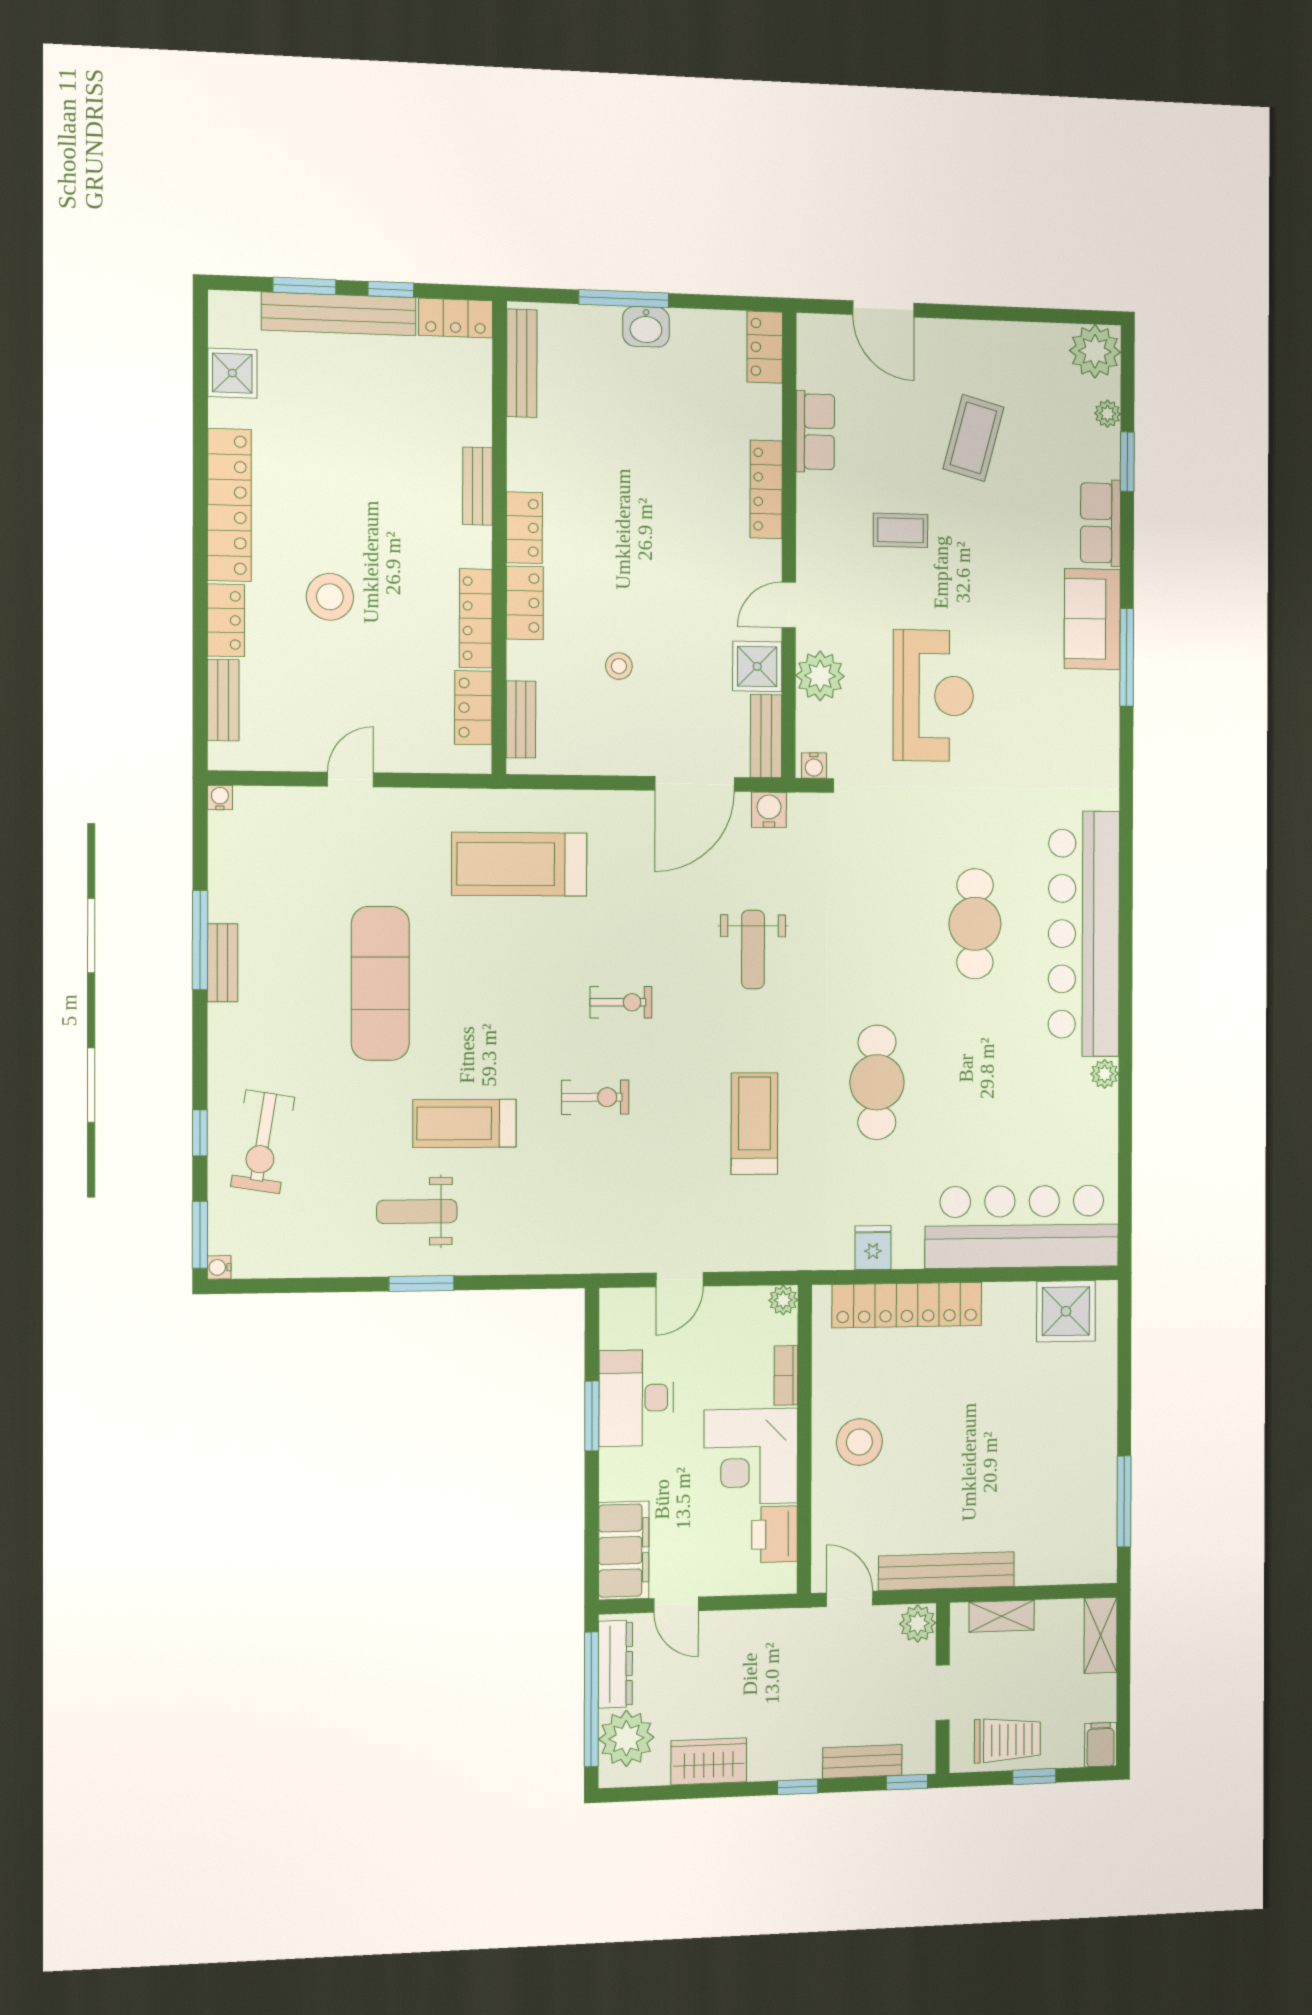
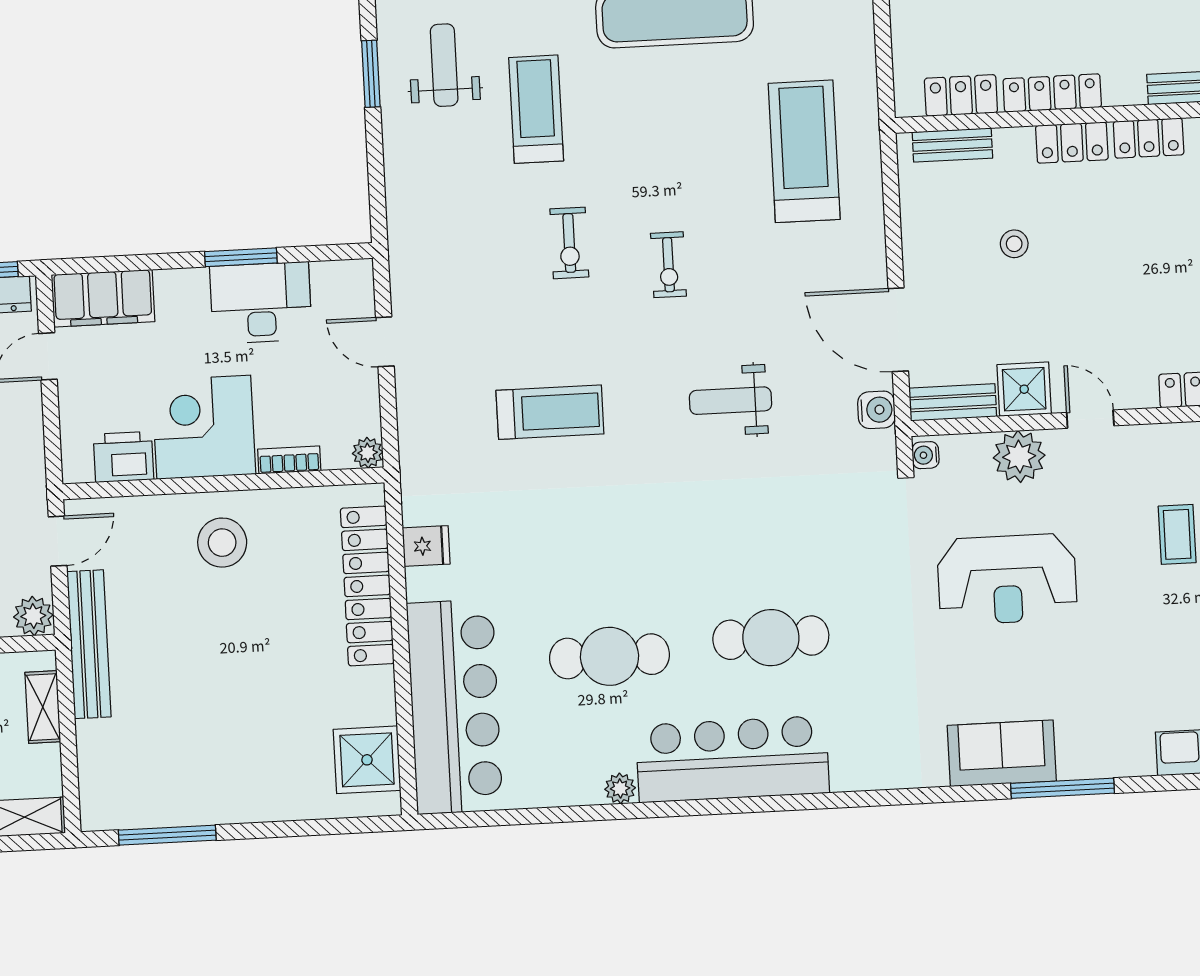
sofa: (1092, 619) -> (1002, 753), moved
bar counter: (1084, 934) -> (732, 759), width x0.73
cafe table: (877, 1082) -> (609, 656), moved

